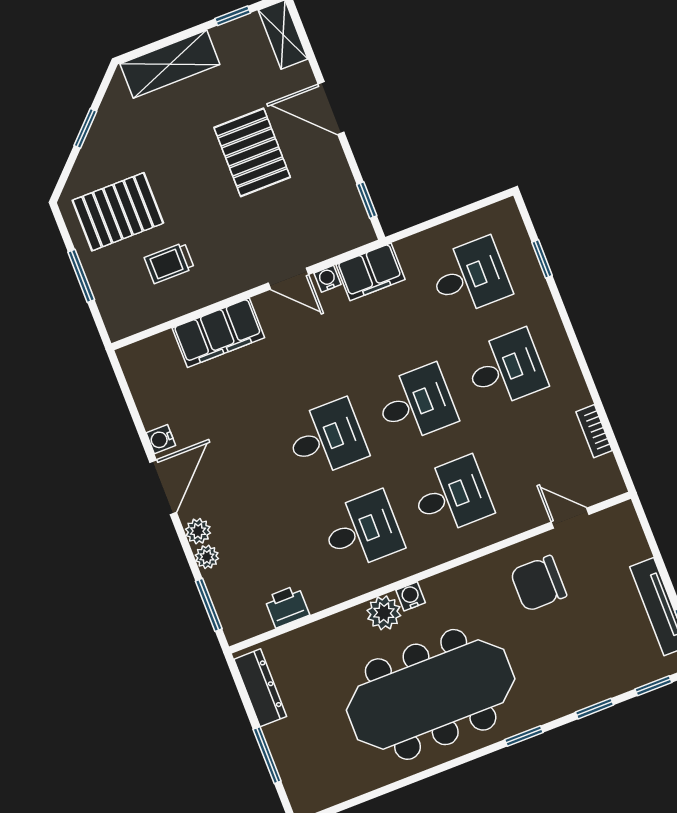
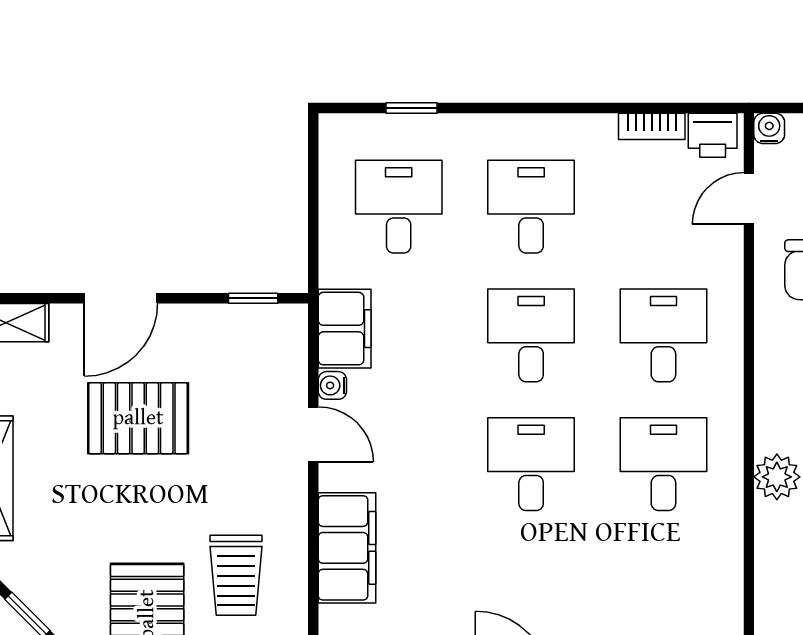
trolley: (169, 263) -> (236, 575), width x1.36, depth x1.39
door: (288, 279) -> (313, 434), hinge flipped
water cooler: (411, 596) -> (769, 128), moved, turned 90
printer: (287, 606) -> (713, 135), moved, turned -90

